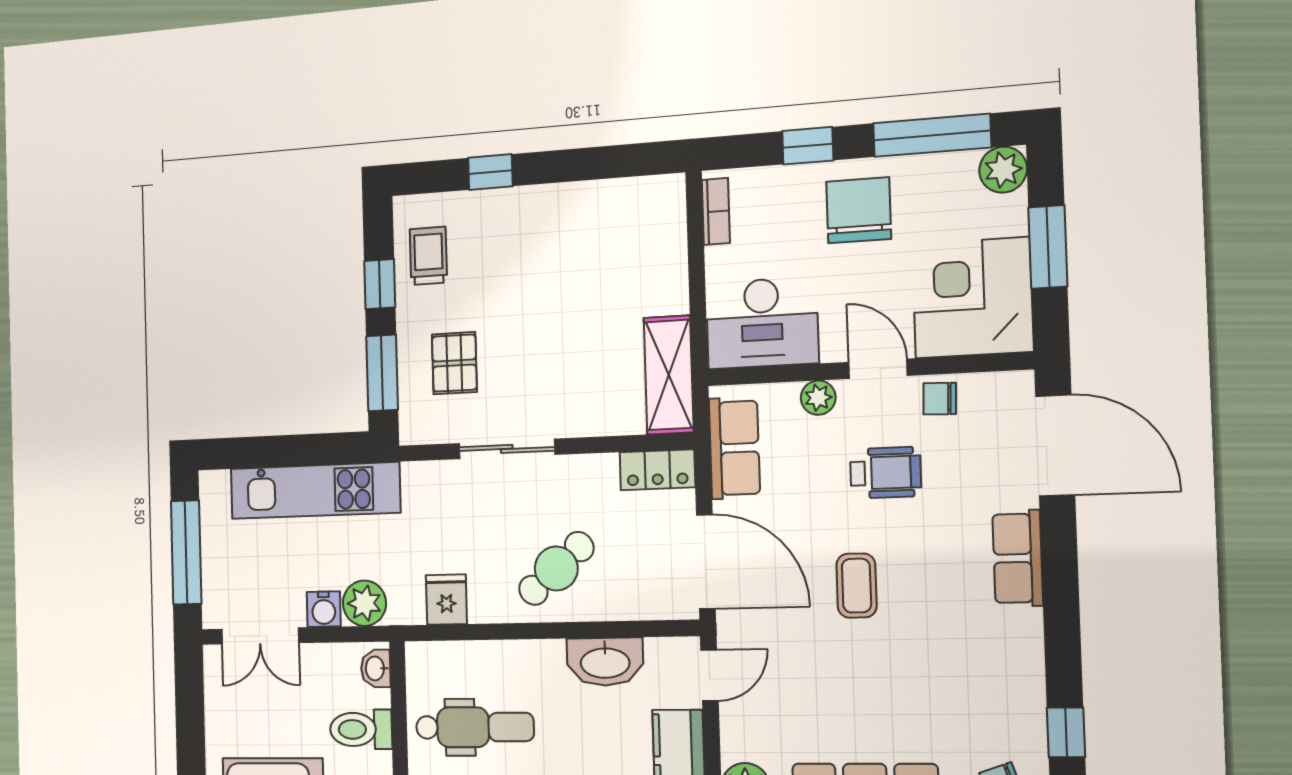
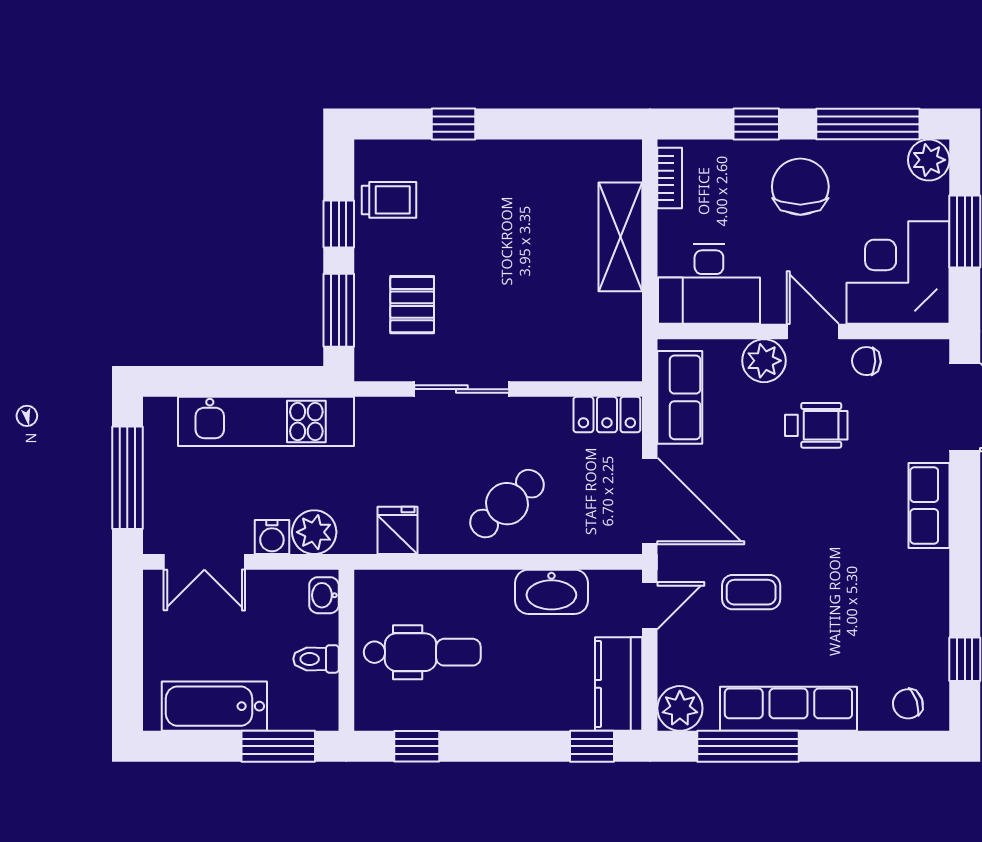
trolley: (428, 256) -> (389, 200), turned 90
shelving: (669, 375) -> (620, 237), moved
plant: (818, 398) -> (764, 361), width x1.38, depth x1.38
coffee table: (856, 586) -> (751, 592), moved, turned 90
toilet: (361, 729) -> (316, 659), width x0.73, depth x0.72

